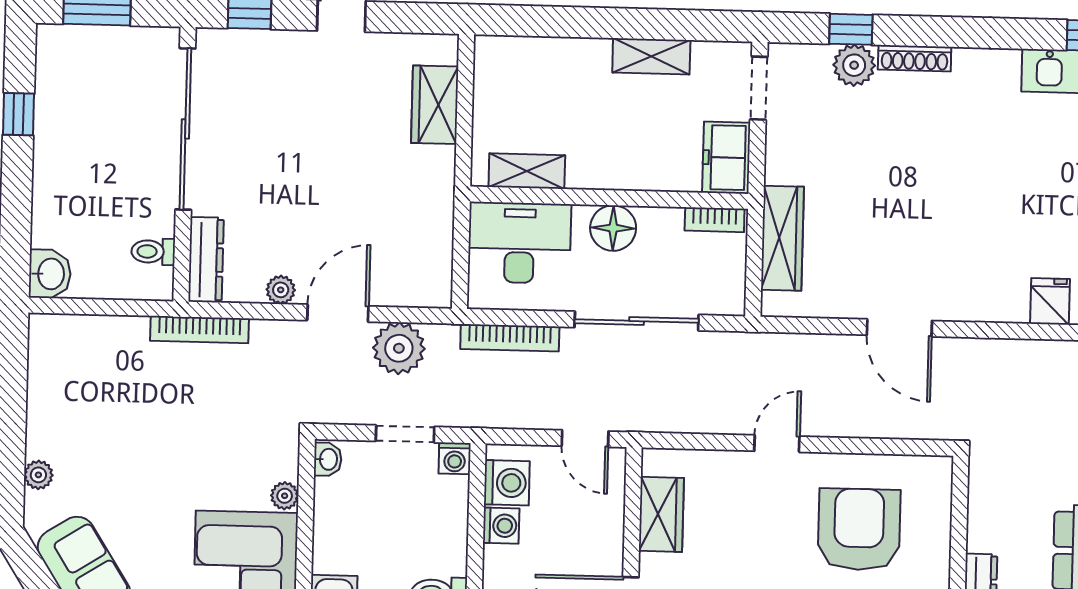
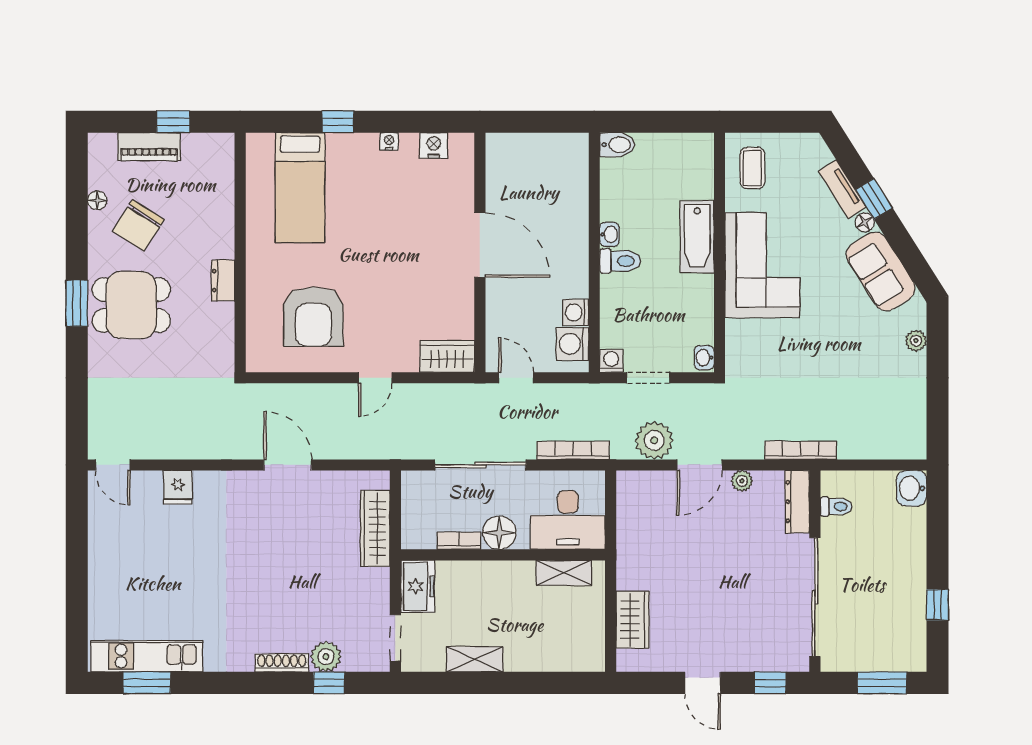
bookcase: (715, 220) -> (459, 541), moved
plant: (285, 496) -> (735, 330), removed
wardrobe: (661, 514) -> (447, 357), moved, turned 90

